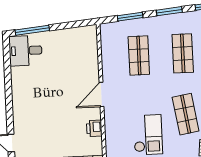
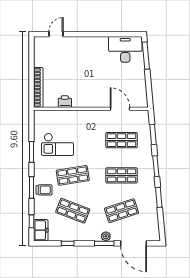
desk: (25, 51) -> (125, 49), width x1.37
door: (101, 94) -> (120, 109), moved

